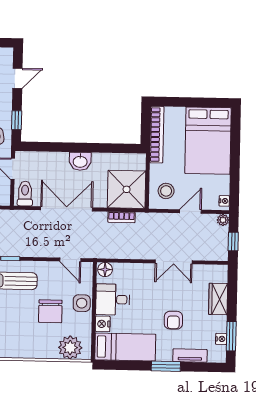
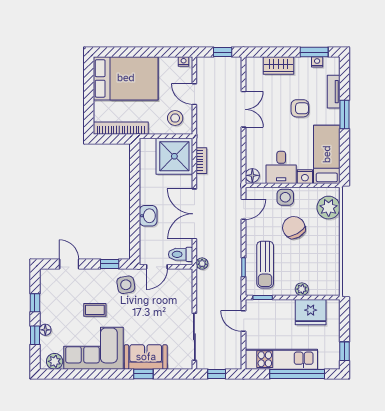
washbasin: (80, 161) -> (148, 216), moved
plant: (223, 220) -> (202, 264), moved
chair: (50, 311) -> (294, 227), turned -119

